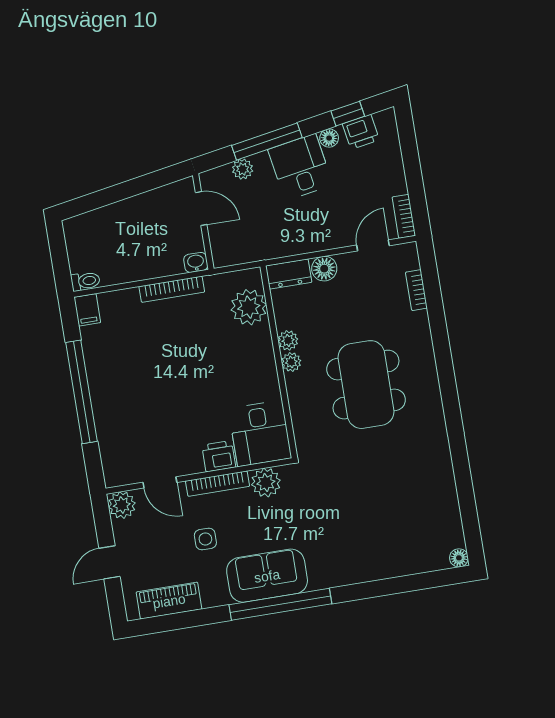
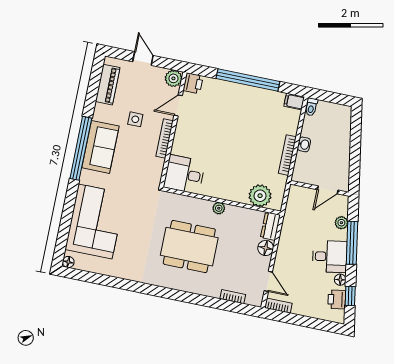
washbasin: (196, 262) -> (304, 144), moved
plant: (288, 340) -> (232, 211), removed
printer: (219, 456) -> (193, 83), moved
plant: (266, 483) -> (155, 167), removed
corner sofa: (382, 541) -> (95, 222), added

